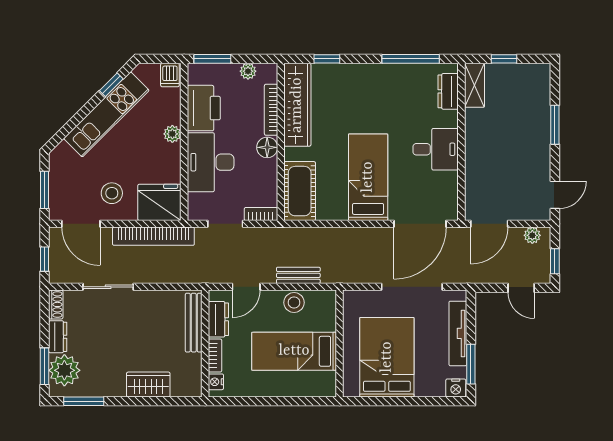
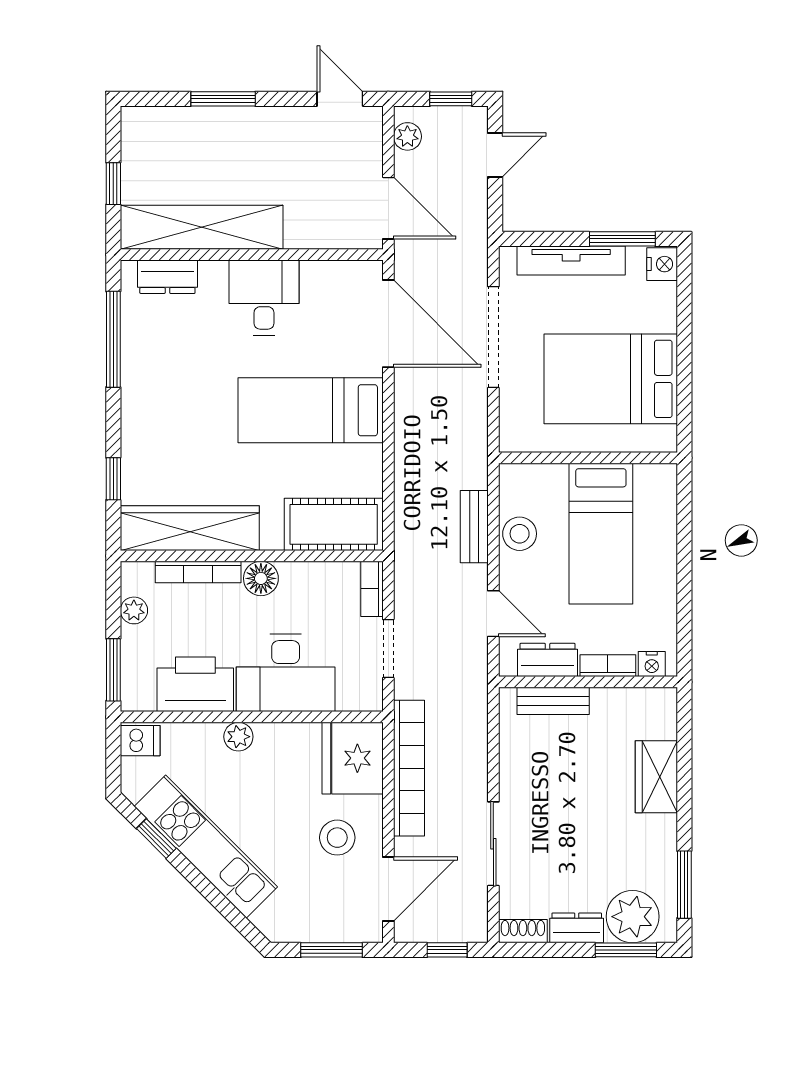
shelving: (474, 85) -> (202, 227), width x2.20, depth x1.33
bench: (194, 323) -> (553, 701), width x0.73

